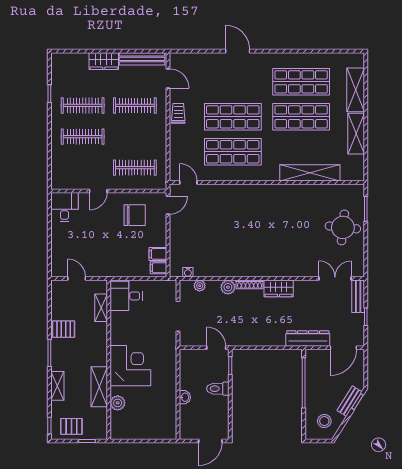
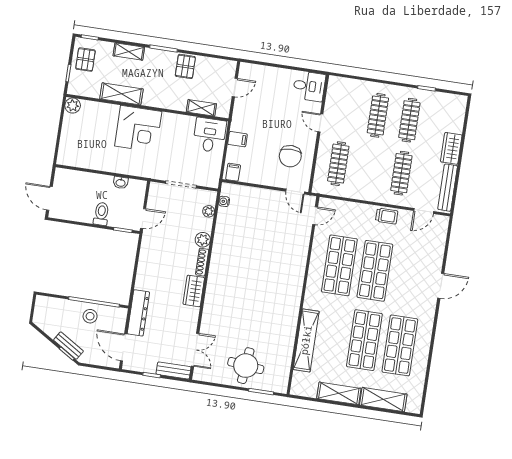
filing cabinet: (158, 254) -> (237, 139), moved, turned 90
washbasin: (185, 397) -> (121, 183), moved
plant: (118, 403) -> (73, 106), moved
stool: (324, 421) -> (90, 316), moved

